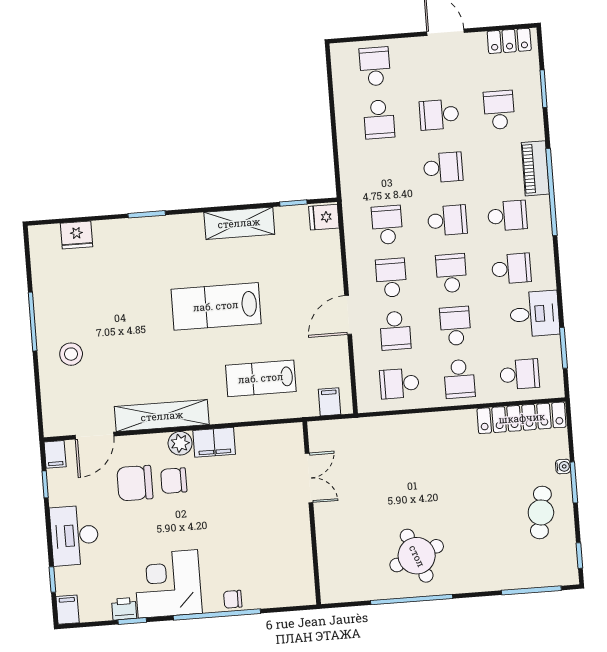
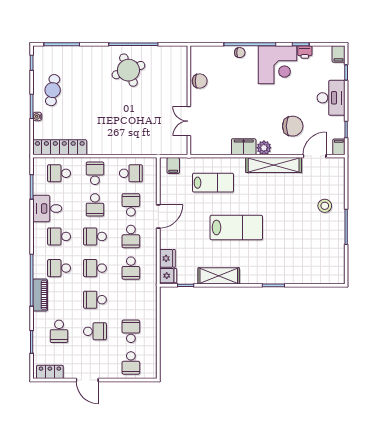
fridge: (77, 235) -> (167, 258), moved, turned 90
school desk: (451, 273) -> (95, 236), turned 90
chair: (174, 481) -> (200, 81), moved

